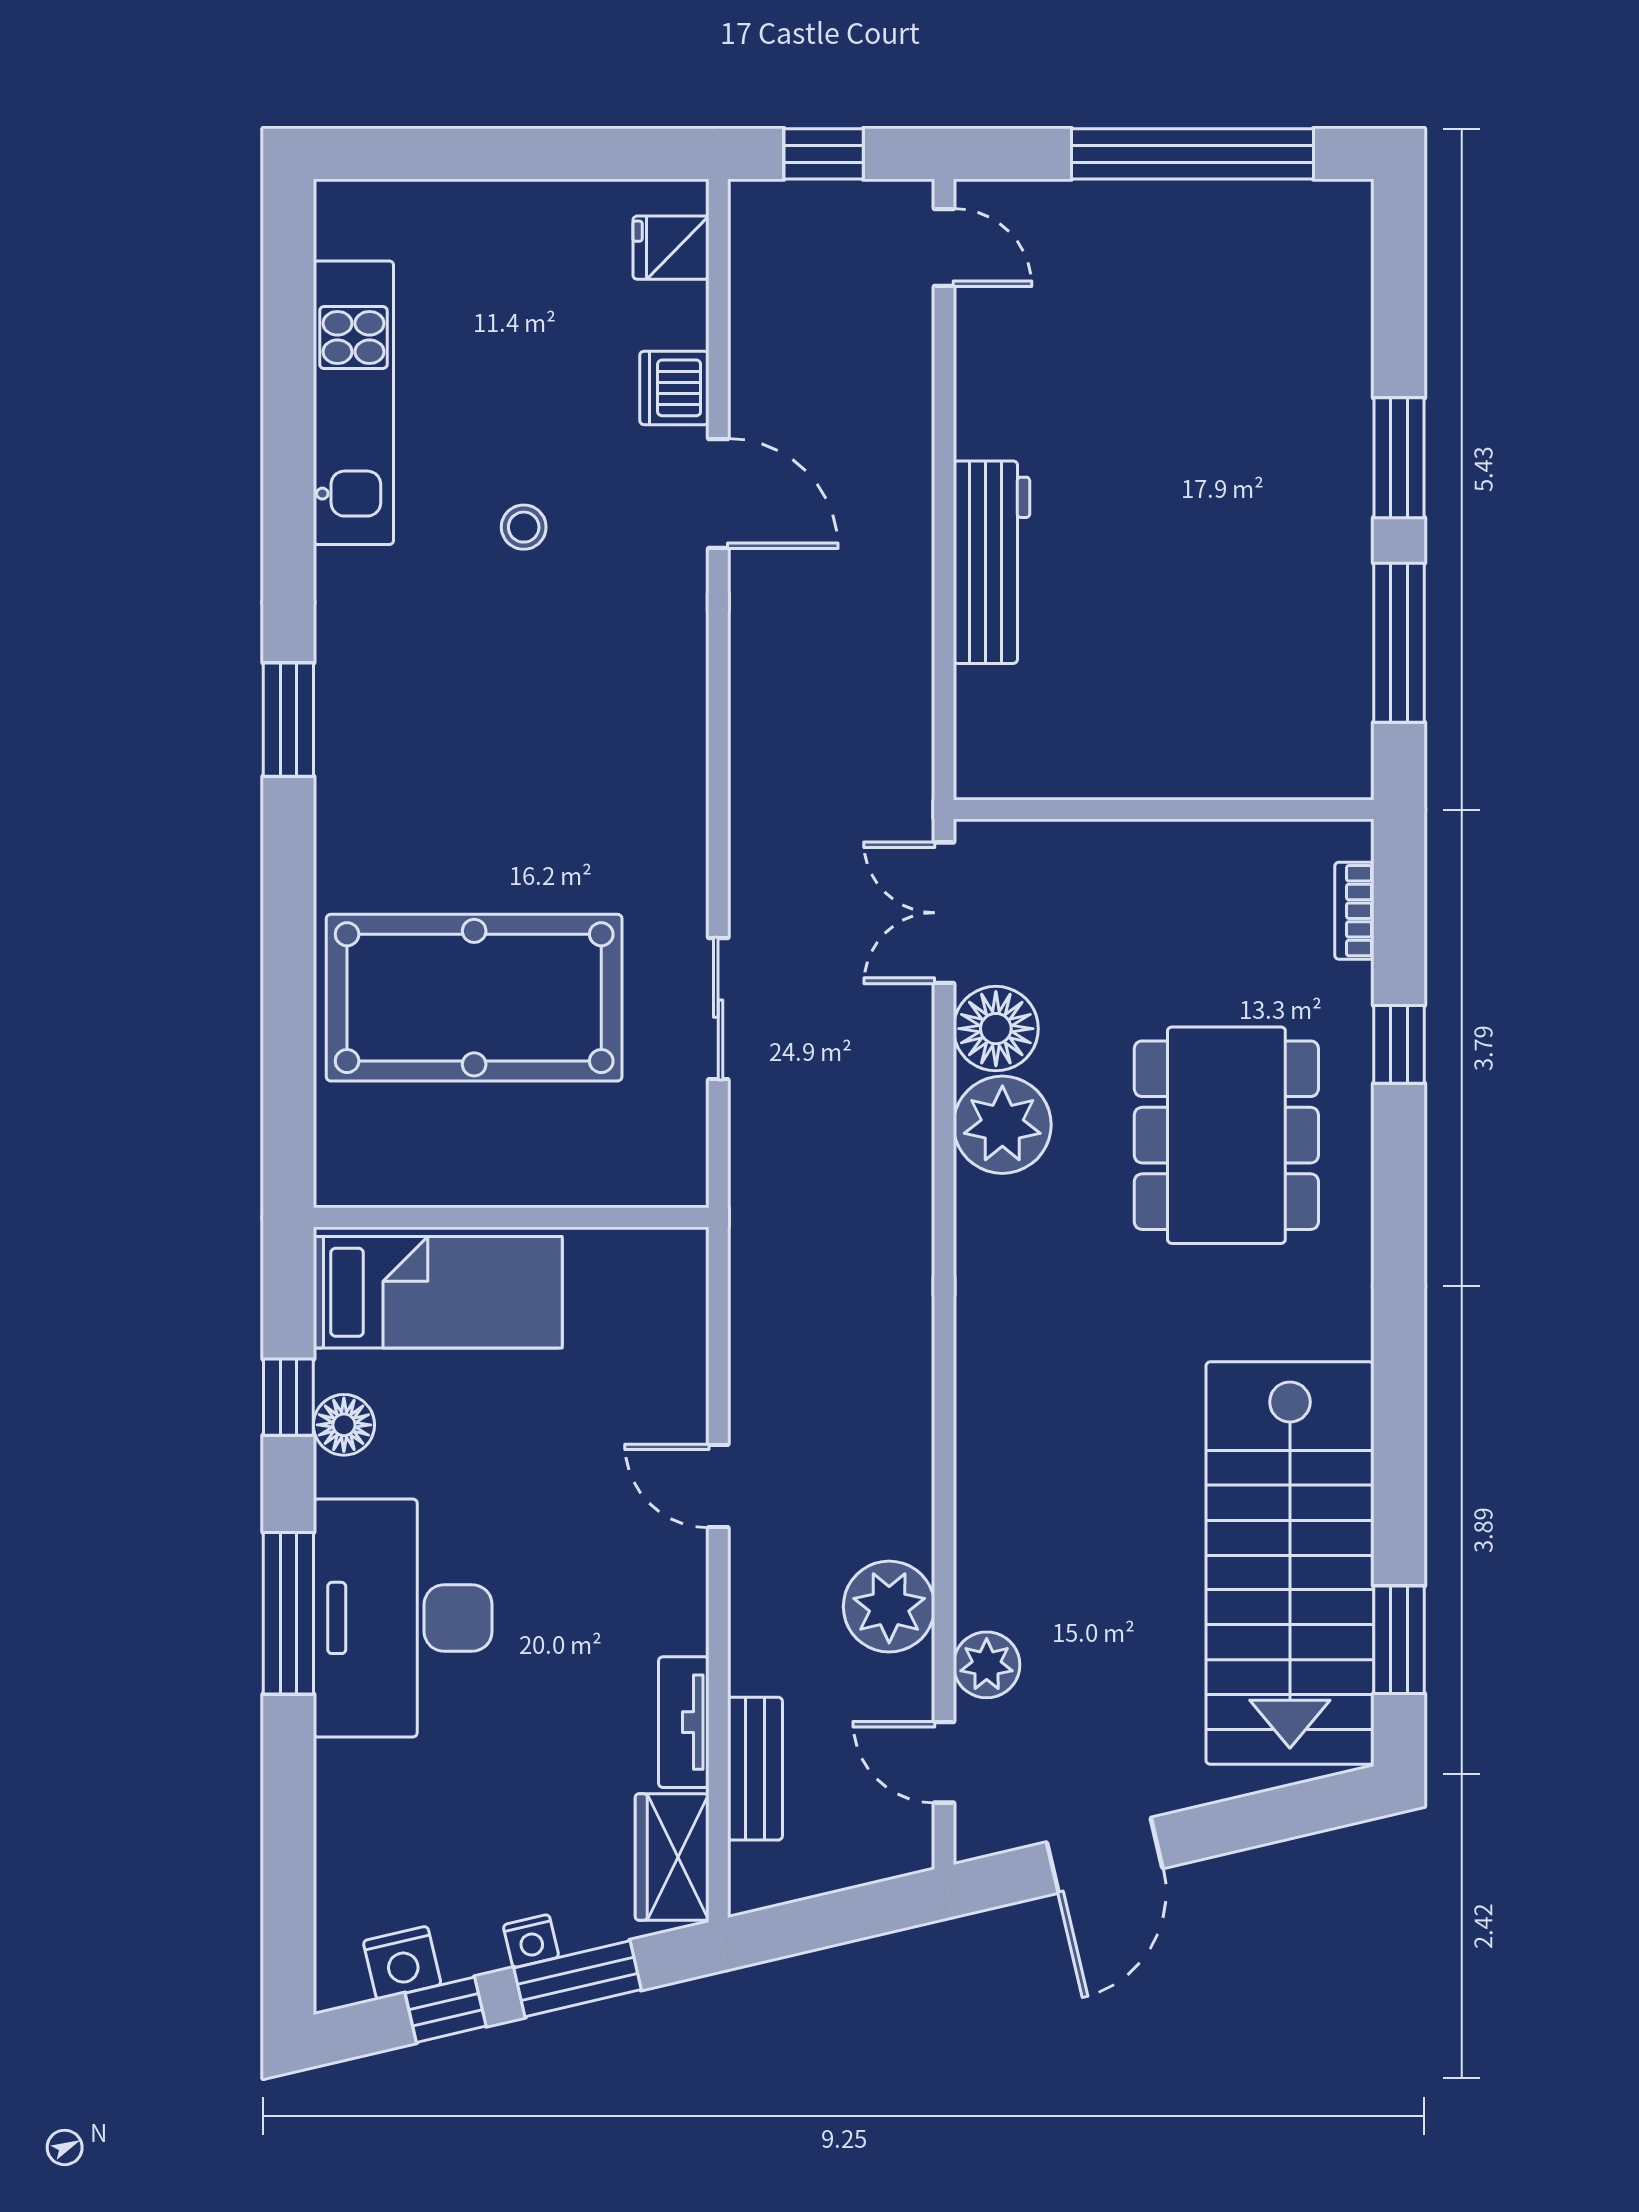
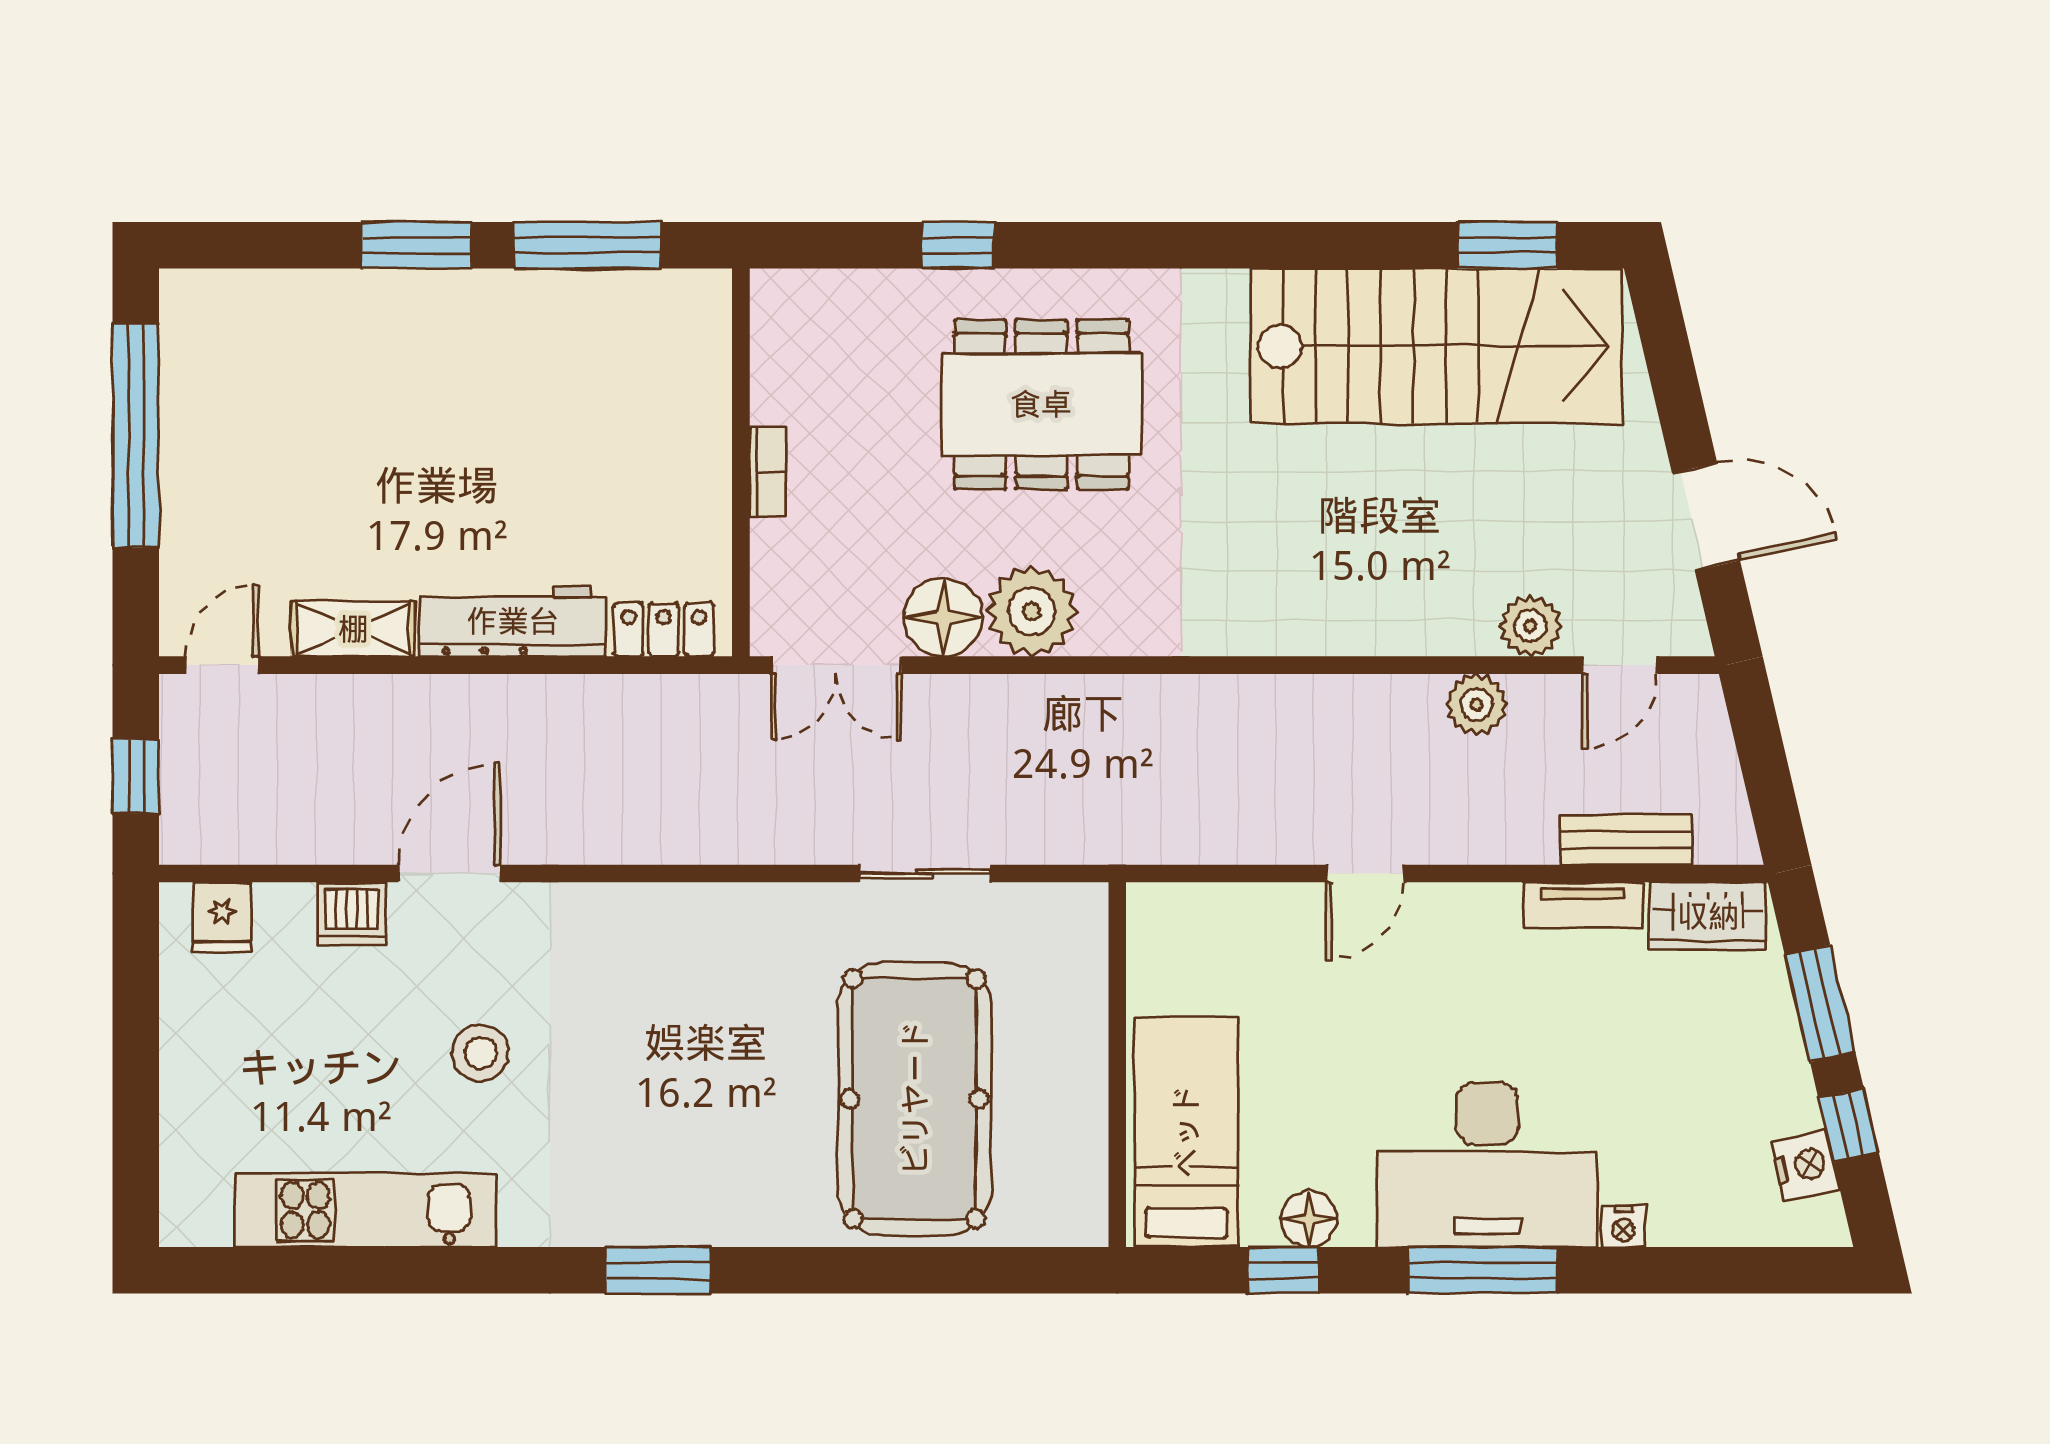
shelving: (983, 389) -> (353, 629), added
stool: (524, 527) -> (480, 1053), width x1.37, depth x1.37
locker: (982, 726) -> (664, 630), added
bookcase: (1354, 911) -> (768, 472), moved, turned -90
plant: (889, 1607) -> (1477, 705), width x0.73, depth x0.73
nightstand: (531, 1941) -> (1623, 1226), moved, turned 103

